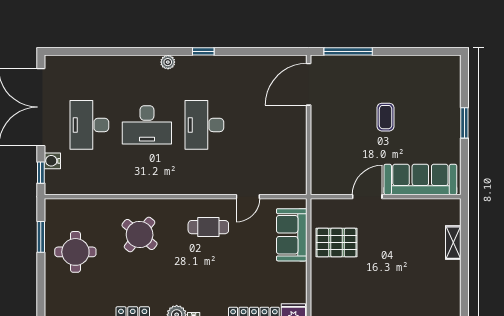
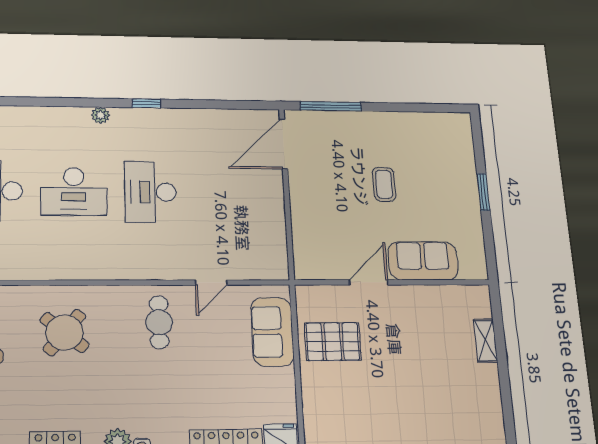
sofa: (420, 179) -> (423, 261), width x0.73
cafe table: (208, 227) -> (159, 322), turned 90

